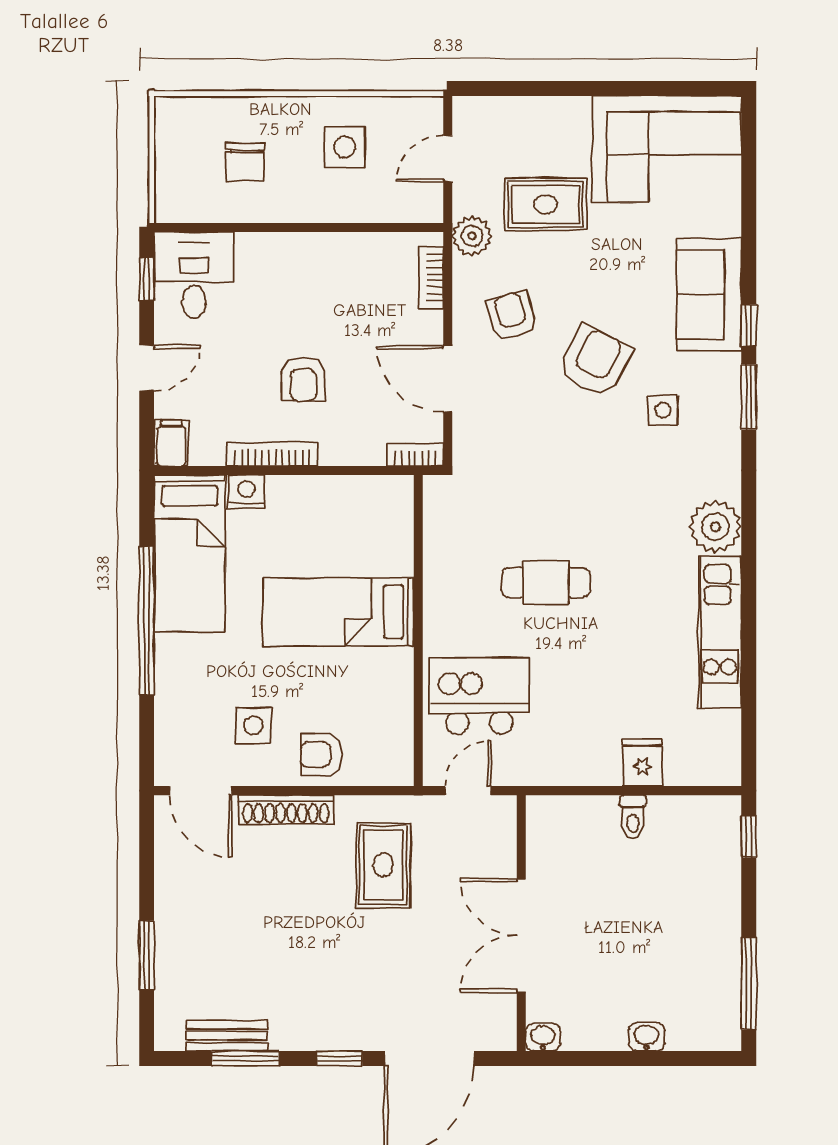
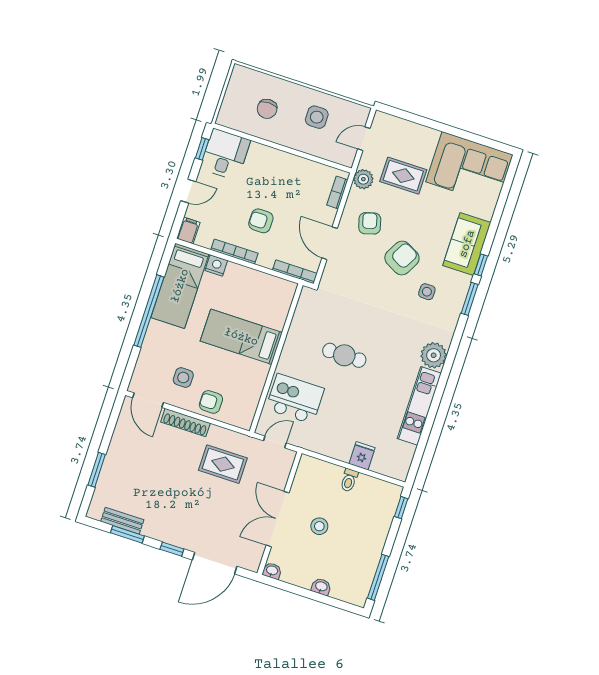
armchair: (303, 379) -> (261, 221), turned 90
bookcase: (415, 455) -> (295, 272), width x1.56
rug: (383, 865) -> (223, 464), turned 90
stool: (605, 923) -> (319, 526), added

